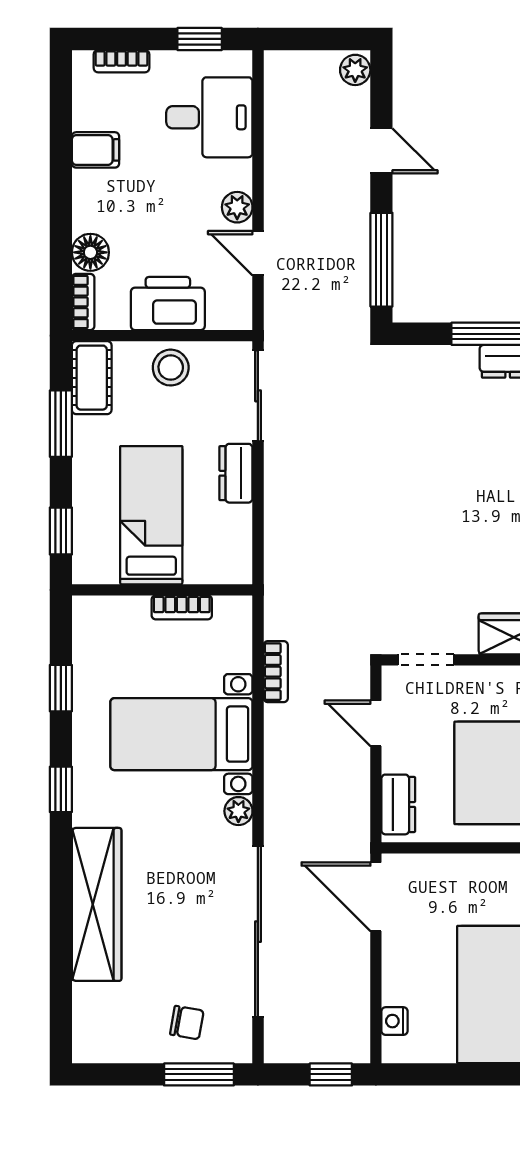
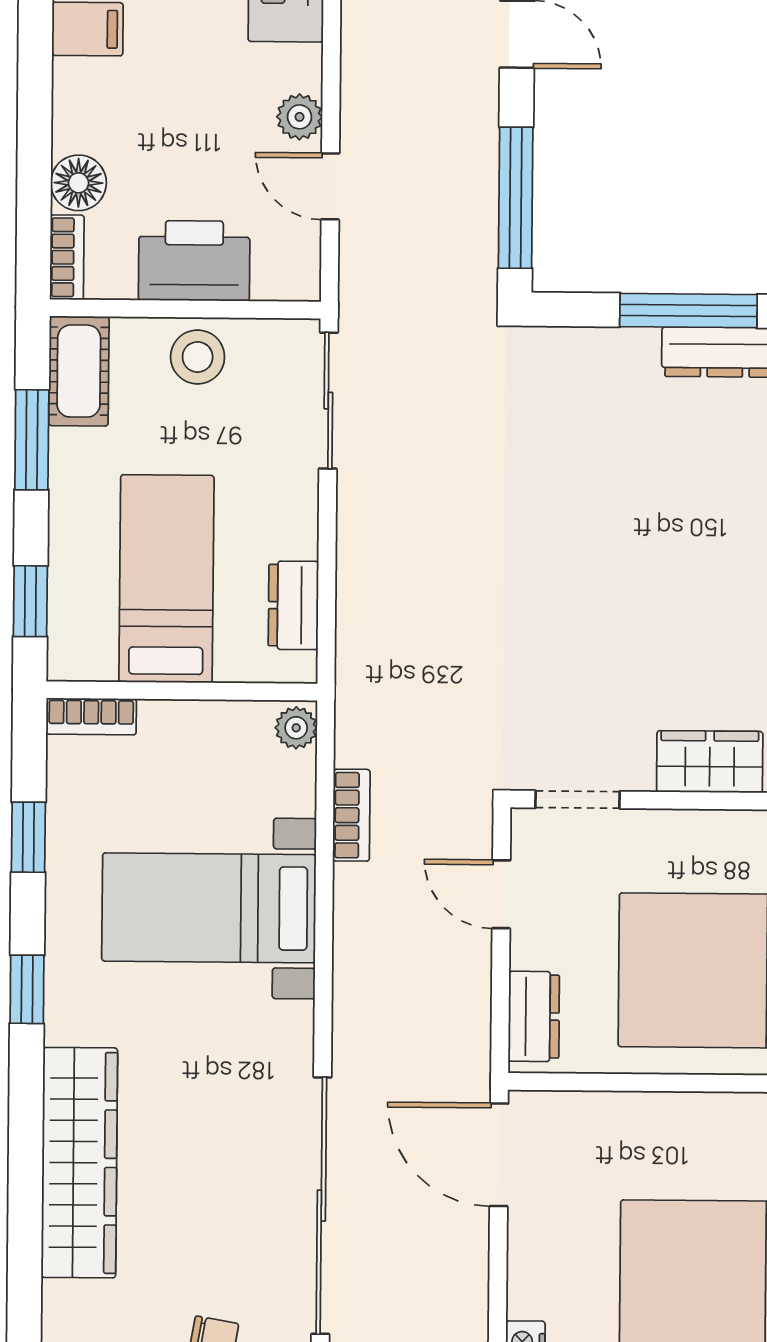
dresser: (236, 473) -> (293, 605), moved
bookcase: (182, 607) -> (91, 716), moved
plant: (238, 811) -> (296, 728), moved

